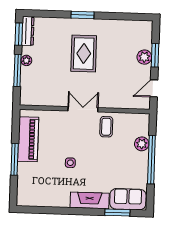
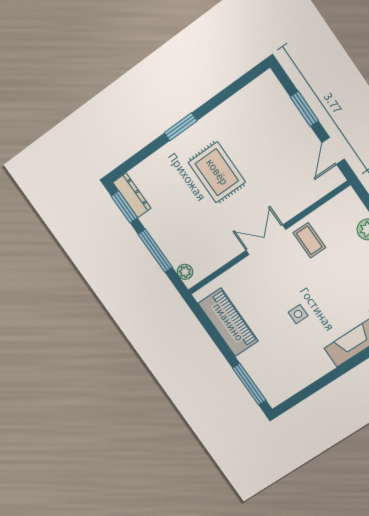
plant: (144, 57) -> (293, 121), removed
plant: (26, 60) -> (185, 272), moved
window: (15, 159) -> (249, 384), moved

